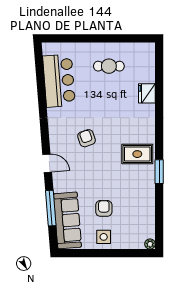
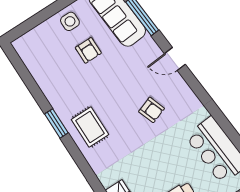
rug: (137, 154) -> (90, 127), turned 90
plant: (150, 244) -> (19, 44), removed

